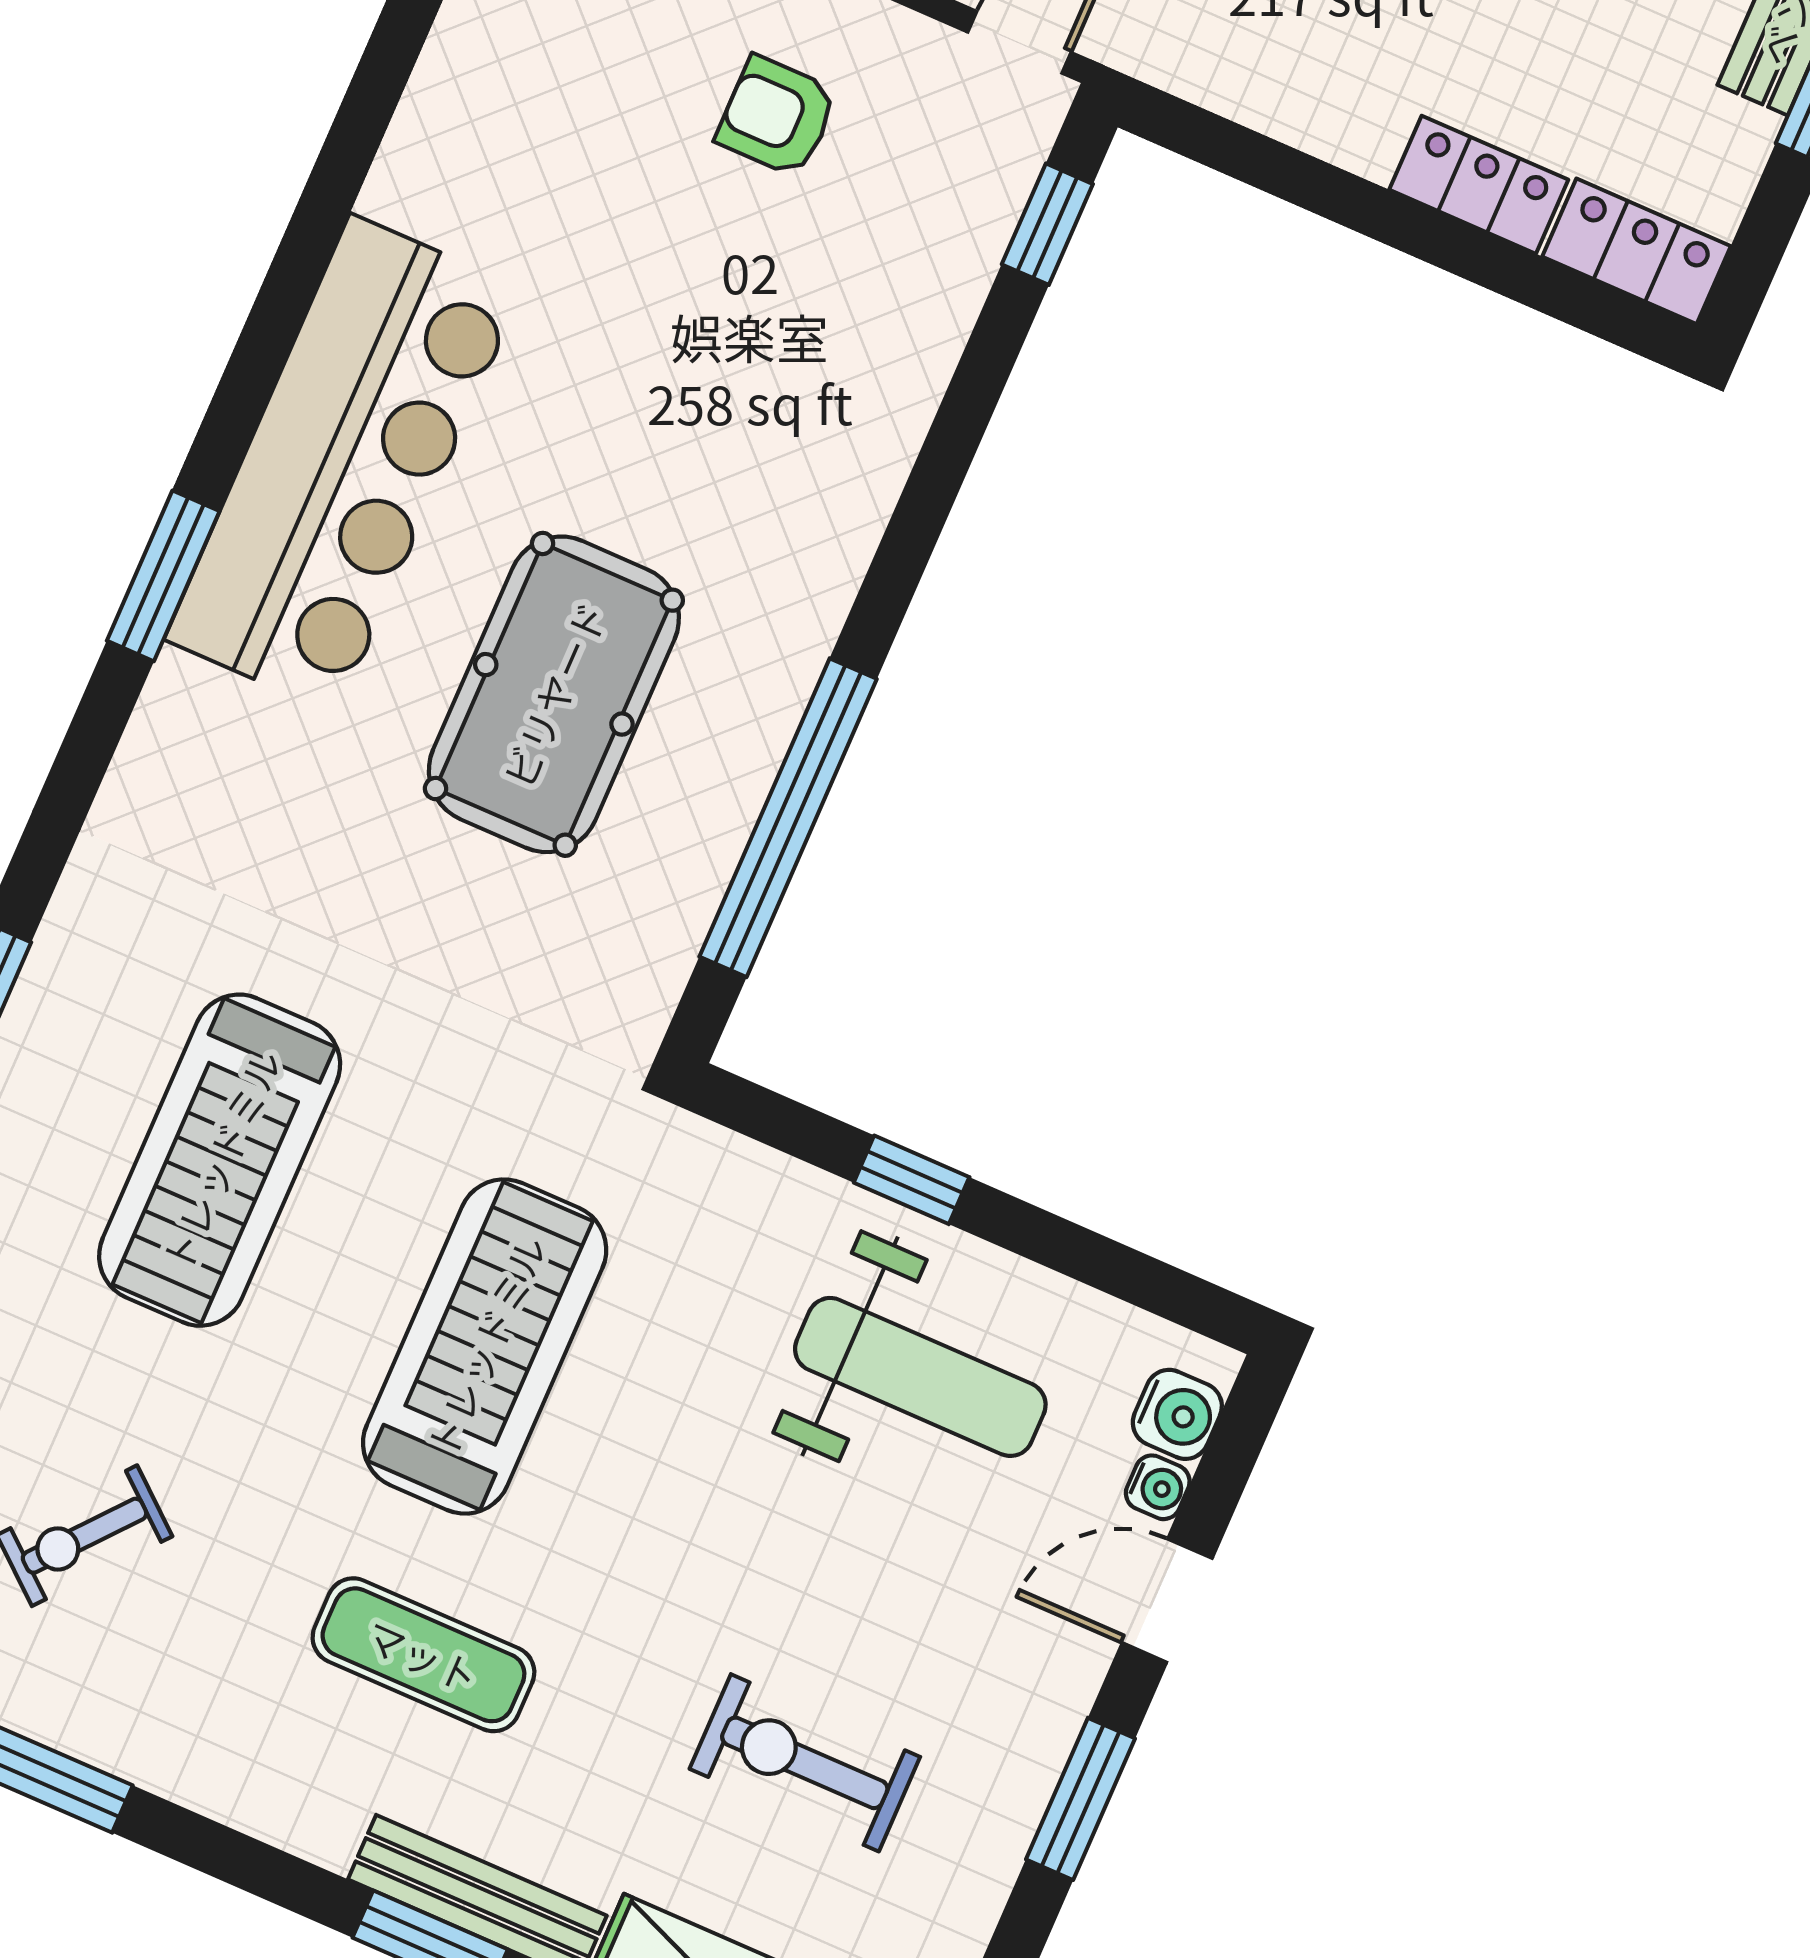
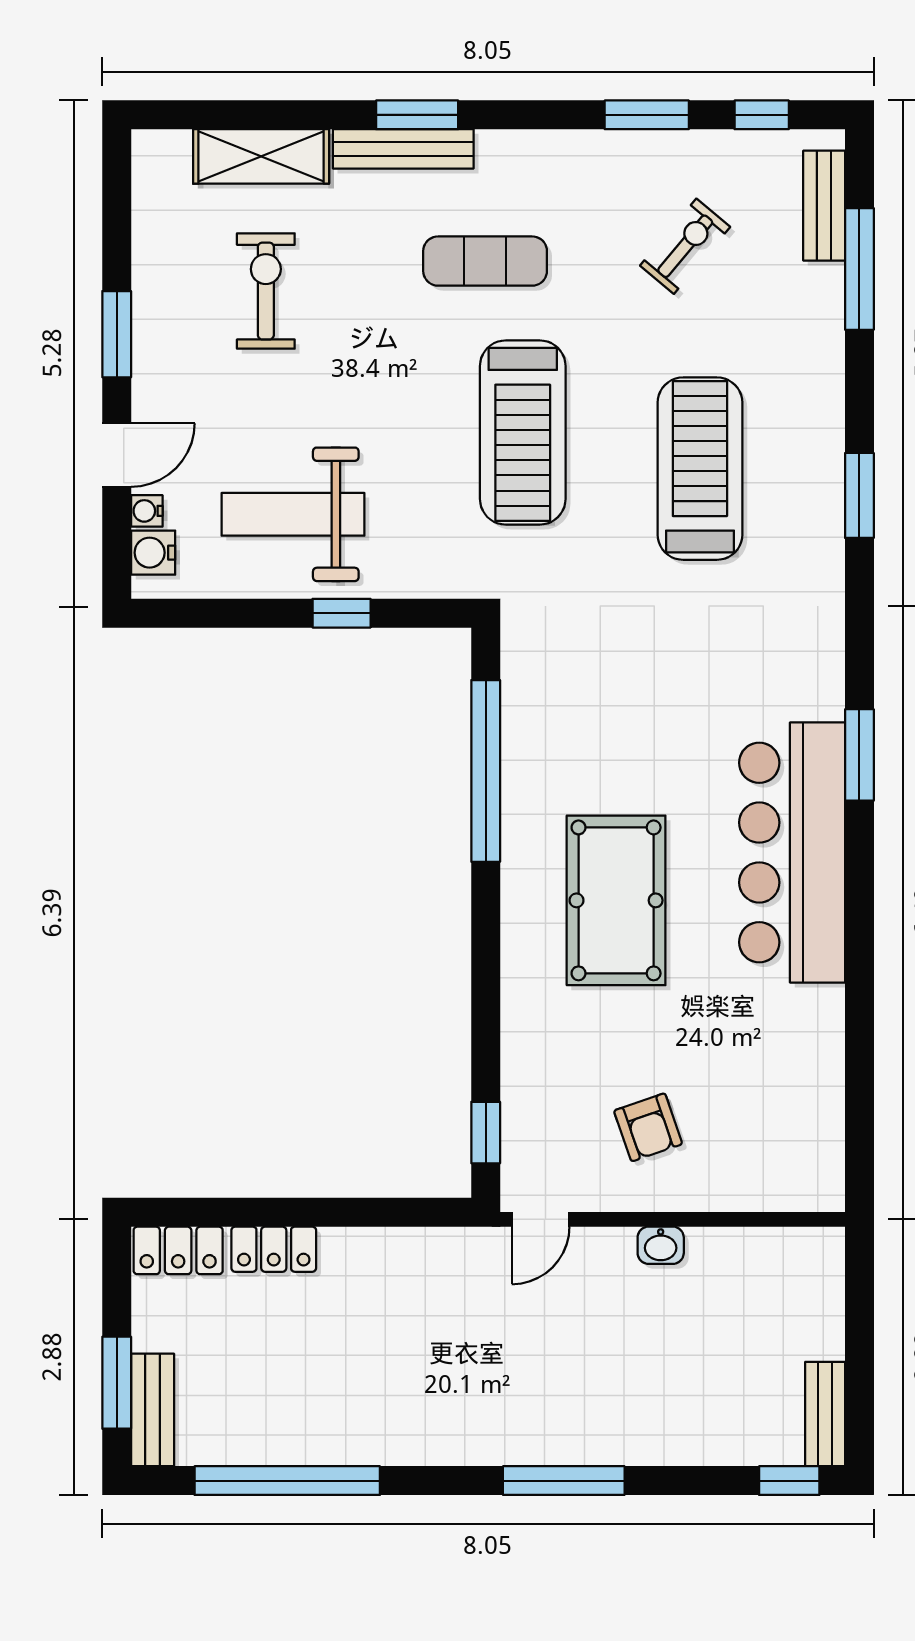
armchair: (777, 116) -> (648, 1127), turned 71
pool table: (554, 694) -> (616, 900), moved
exercise bike: (805, 1763) -> (266, 291), turned -90

